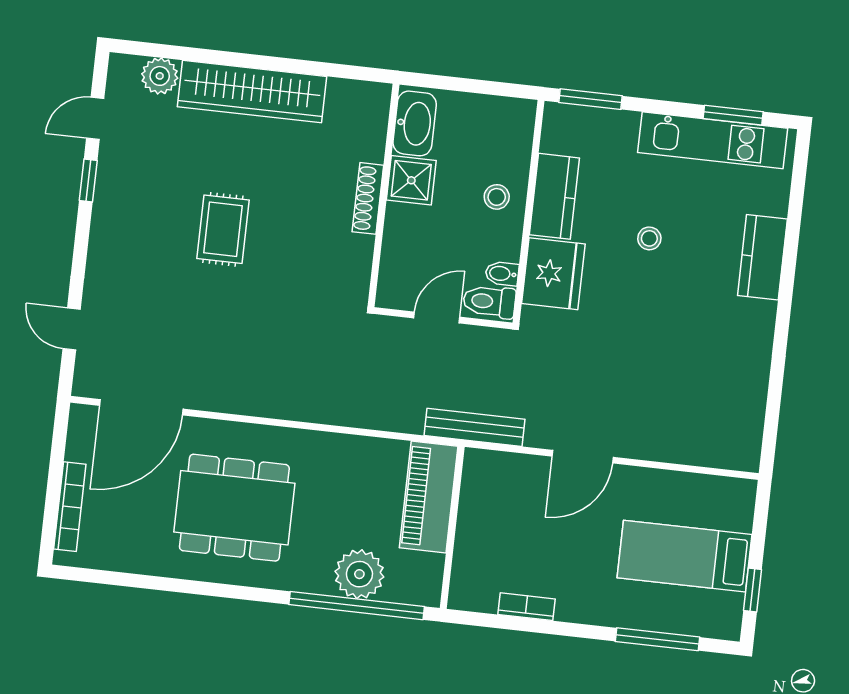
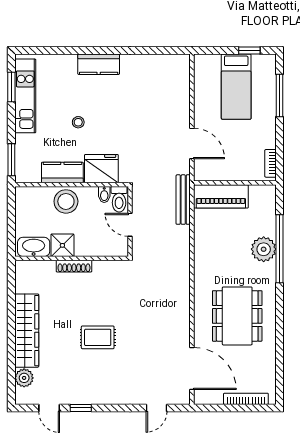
stool: (497, 197) -> (66, 201), width x1.89, depth x1.89
kitchen counter: (762, 257) -> (99, 64), moved
piano: (429, 497) -> (221, 196), moved
wall: (452, 527) -> (235, 183), moved

